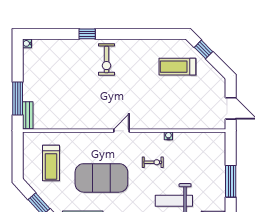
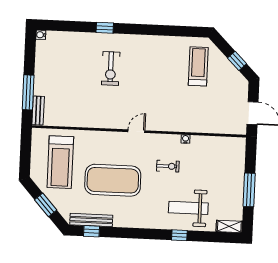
window: (203, 49) -> (237, 61), moved
exercise bike: (106, 60) -> (111, 68), moved
treadmill: (177, 67) -> (198, 66), turned 90
treadmill: (51, 163) -> (60, 162), width x1.37, depth x1.38

